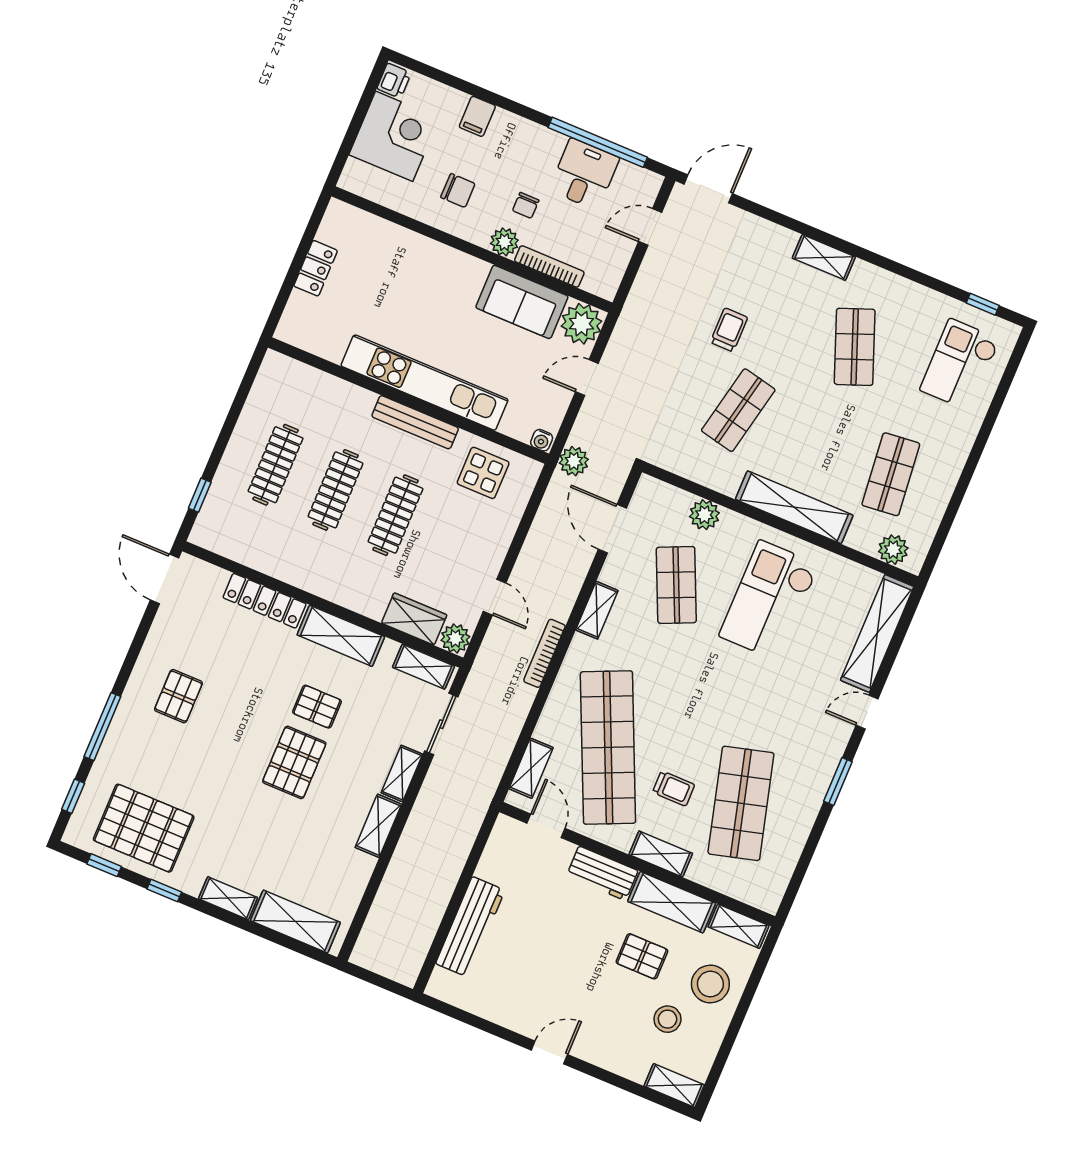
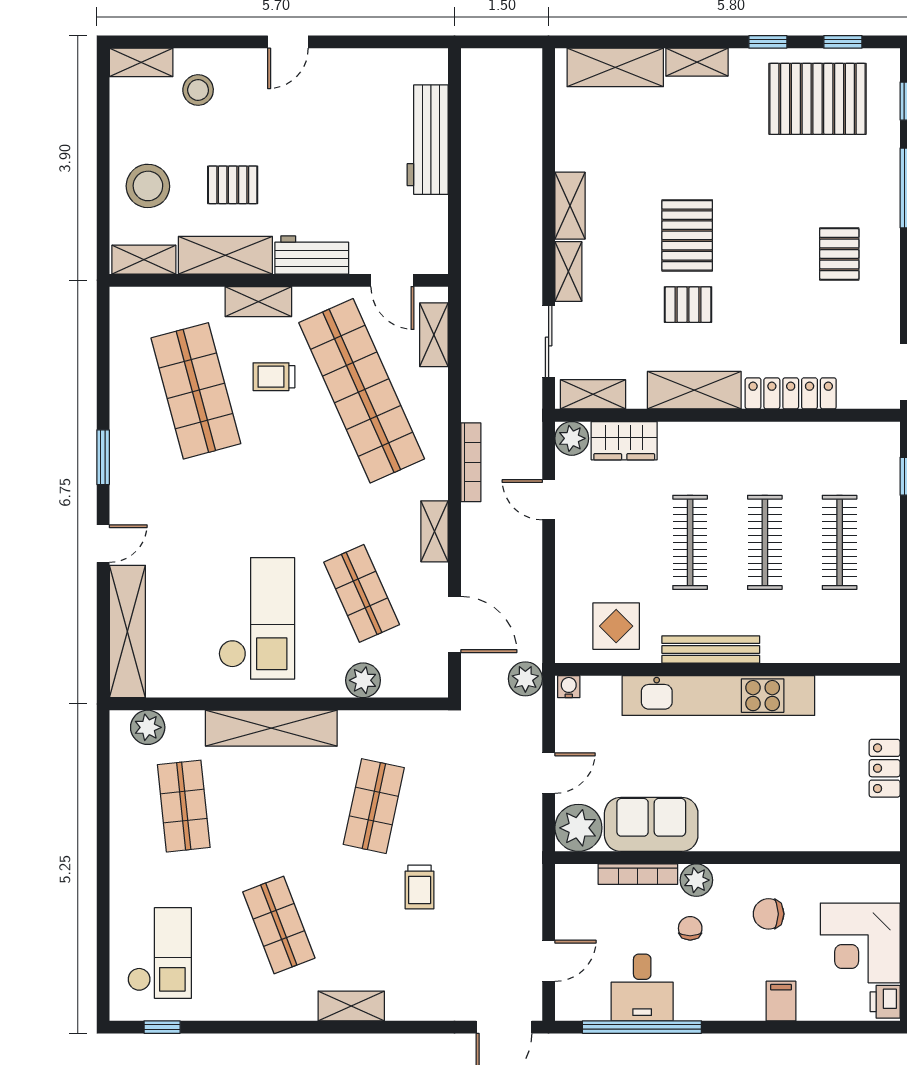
stool: (667, 1019) -> (198, 90), moved

